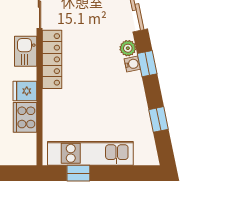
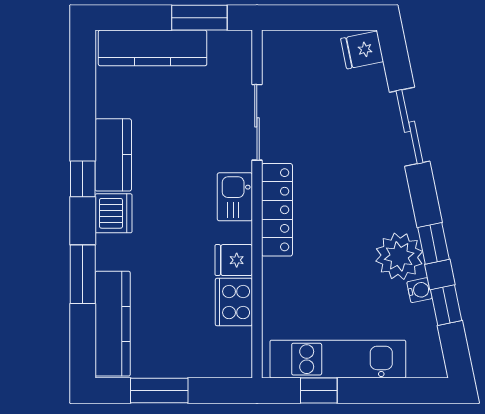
plant: (128, 48) -> (399, 256), moved, width x1.87, depth x1.87
water cooler: (132, 64) -> (419, 290), moved
window: (147, 64) -> (434, 243), moved

